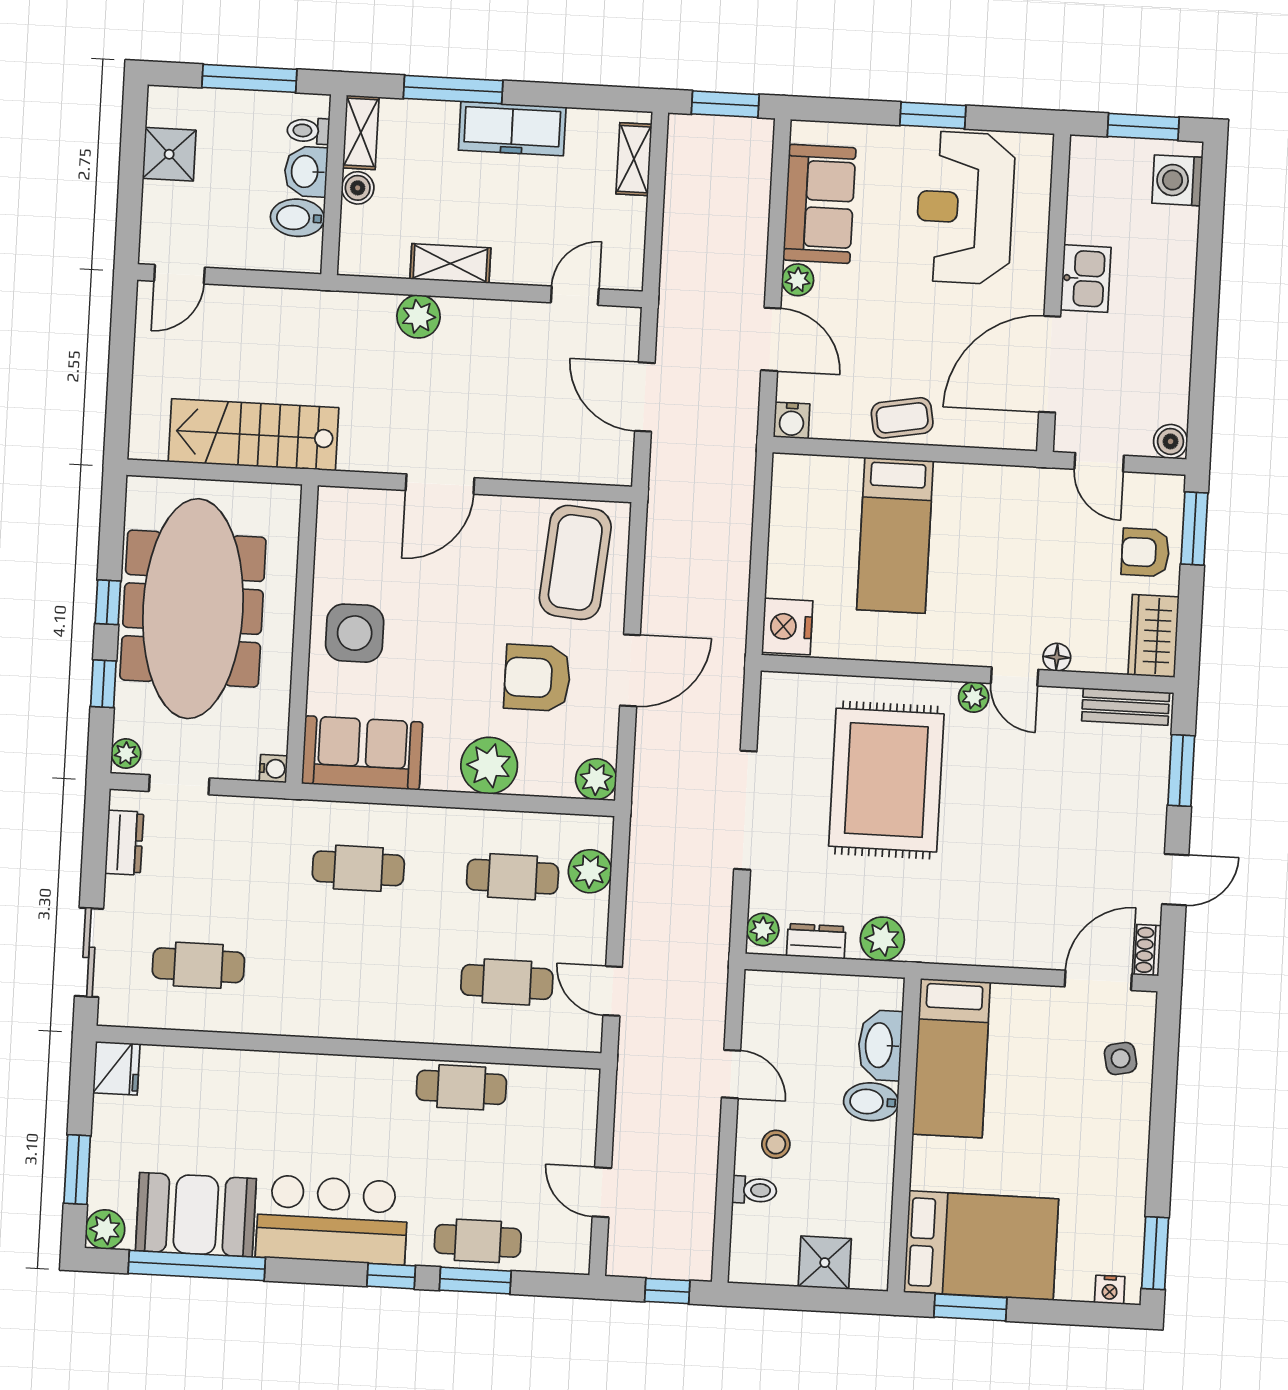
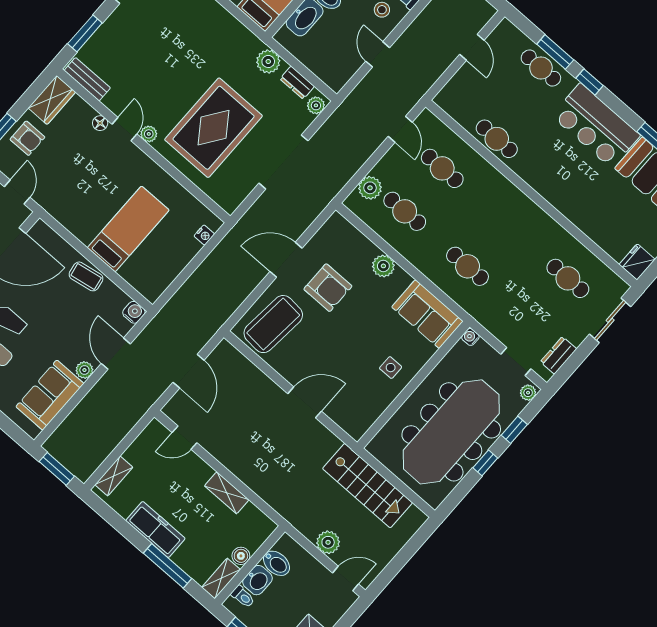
plant: (418, 316) -> (328, 542), moved
nightstand: (787, 627) -> (204, 235), width x0.53, depth x0.56
side table: (355, 633) -> (391, 368), width x0.54, depth x0.54
plant: (489, 766) -> (383, 266), width x0.73, depth x0.73
plant: (596, 779) -> (337, 225), removed

